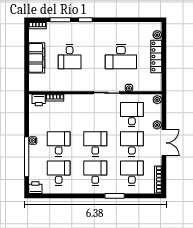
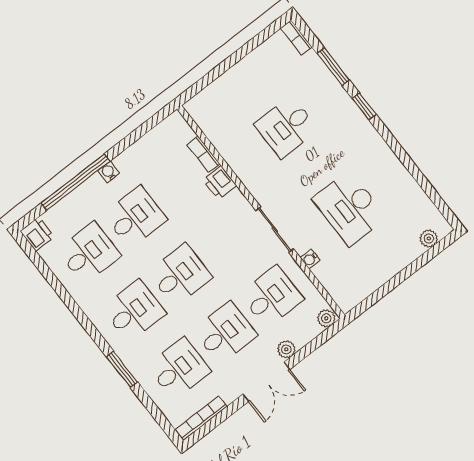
locker: (156, 56) -> (393, 264), removed
filing cabinet: (37, 58) -> (244, 77), removed
printer: (39, 100) -> (220, 183), moved

